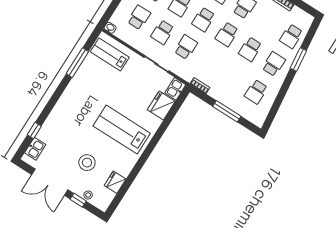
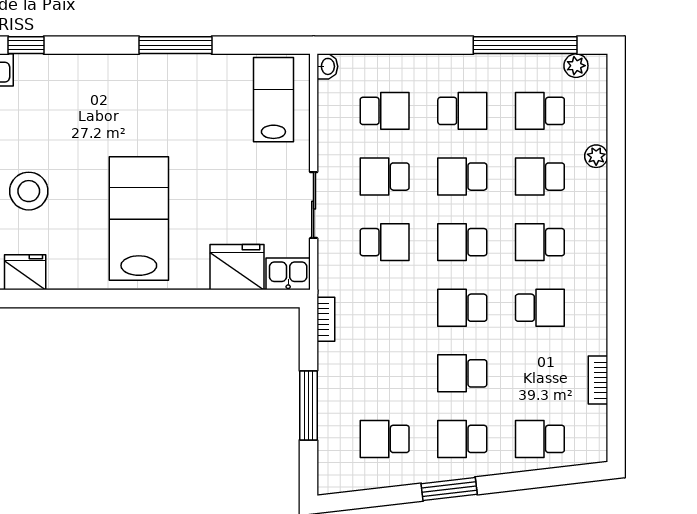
window: (298, 59) -> (449, 489), moved
window: (77, 63) -> (175, 45), moved
school desk: (274, 64) -> (462, 439), turned 180

